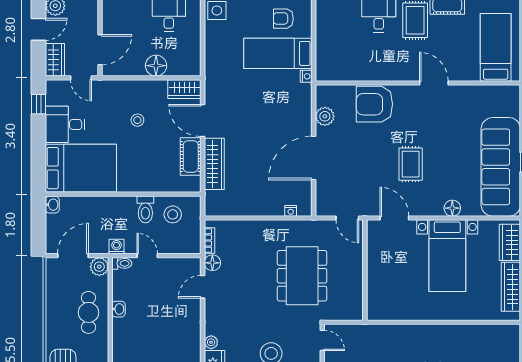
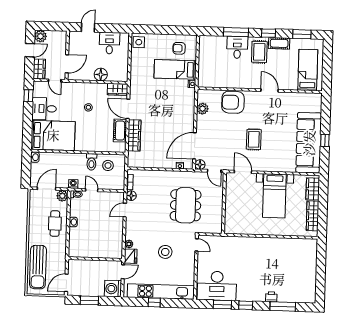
door: (314, 158) -> (195, 146), moved
floor lamp: (452, 208) -> (200, 165), moved

